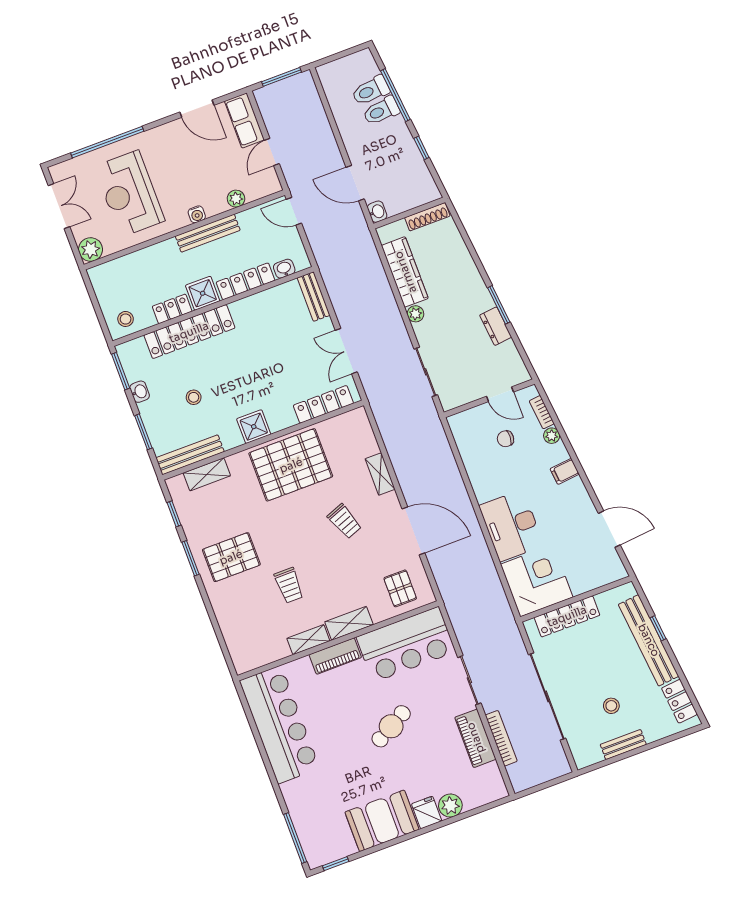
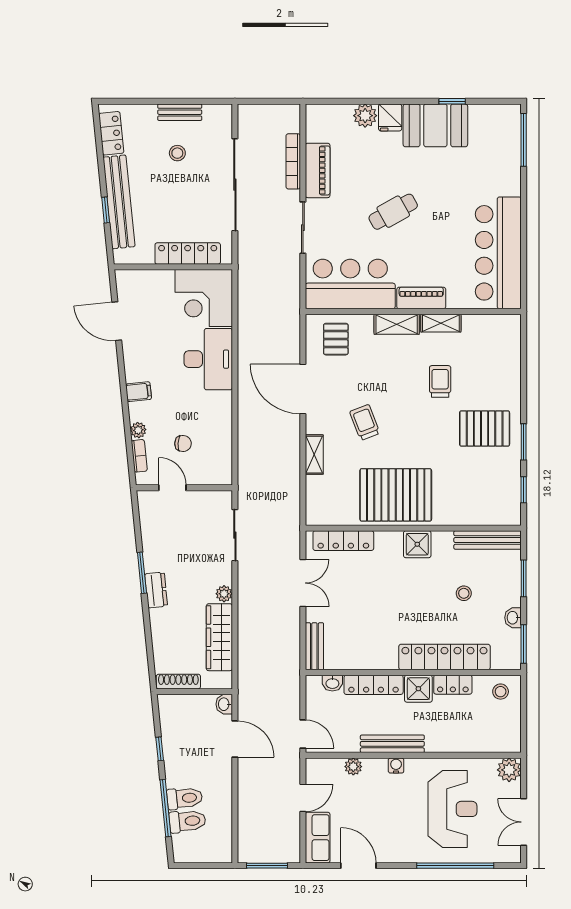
dresser: (496, 326) -> (156, 590), moved
shelving: (207, 474) -> (479, 516), removed
window: (336, 864) -> (452, 101), moved

